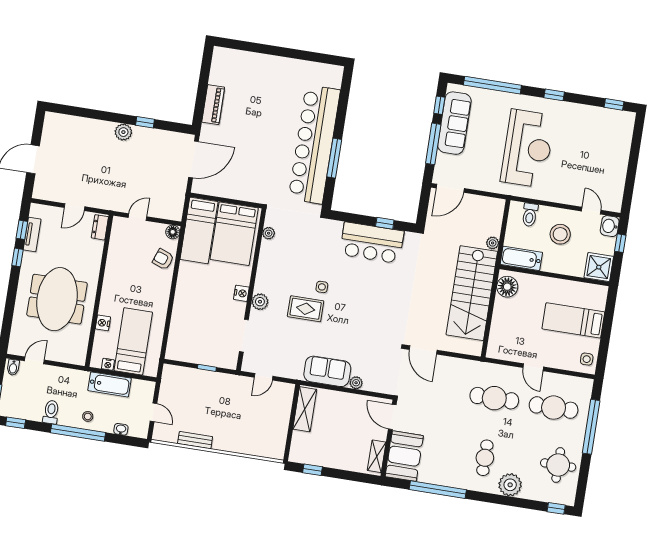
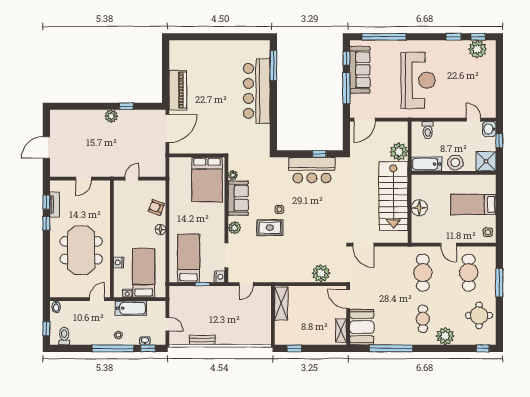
window: (554, 95) -> (454, 37), moved
piano: (213, 105) -> (178, 90), width x1.37, depth x1.33
plant: (611, 120) -> (477, 49), added
bar counter: (314, 144) -> (257, 91), width x0.73
window: (334, 158) -> (273, 66), moved
dresser: (100, 227) -> (105, 191), removed
bed: (199, 230) -> (189, 258), moved, turned 180
floor lamp: (173, 232) -> (160, 230), moved
stool: (560, 234) -> (455, 162), moved
plant: (493, 243) -> (399, 152), width x1.88, depth x1.88
floor lamp: (507, 287) -> (419, 208), moved
nightstand: (241, 293) -> (220, 277), moved
door: (34, 360) -> (97, 299), moved
sofa: (327, 371) -> (238, 198), moved, turned 90
plant: (356, 383) -> (321, 273), width x1.88, depth x1.88
cafe table: (494, 398) -> (423, 273), turned 90
cafe table: (554, 408) -> (469, 273), turned 90
toilet: (51, 412) -> (64, 336), moved
window: (16, 423) -> (148, 348), moved
window: (591, 427) -> (499, 283), width x0.68

